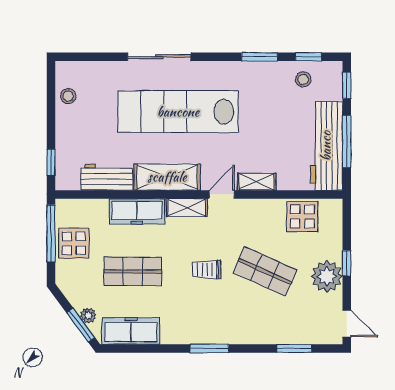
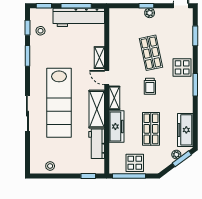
display table: (302, 217) -> (182, 67), moved
shop shelf: (265, 271) -> (151, 53), turned -36
plant: (327, 276) -> (150, 13), width x0.53, depth x0.53

